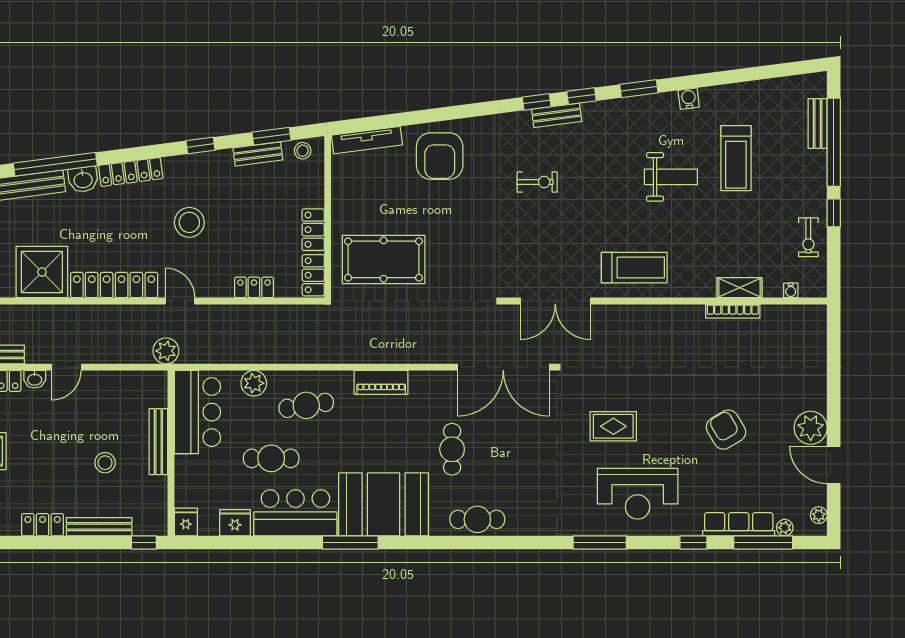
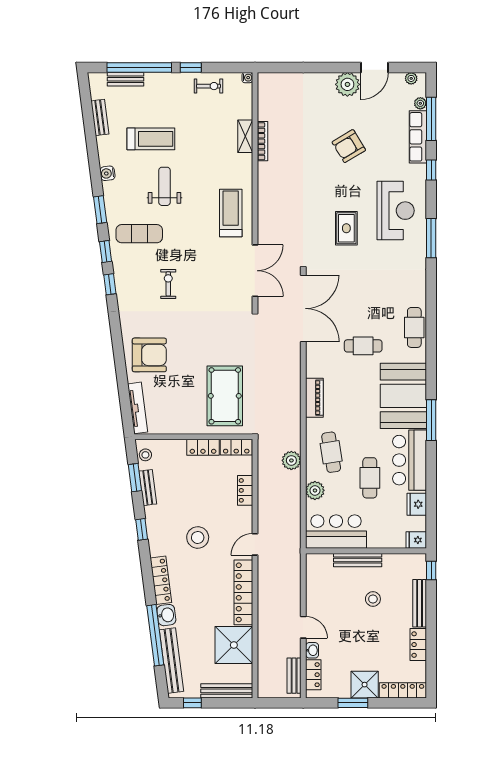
bench: (557, 115) -> (100, 117), moved
exercise mat: (606, 142) -> (139, 234), added
water cooler: (791, 290) -> (247, 78), moved
plant: (166, 351) -> (291, 460), moved

